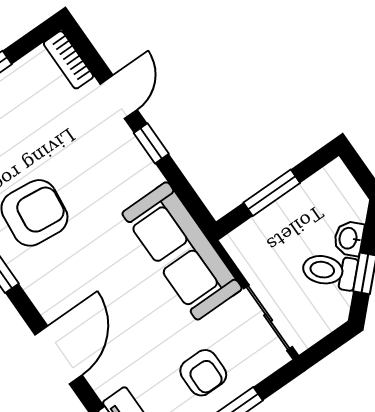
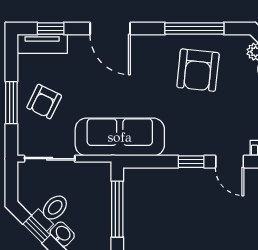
window: (272, 193) -> (117, 209), width x1.44
armchair: (203, 373) -> (44, 102), turned -64

